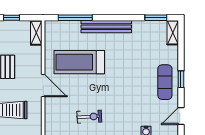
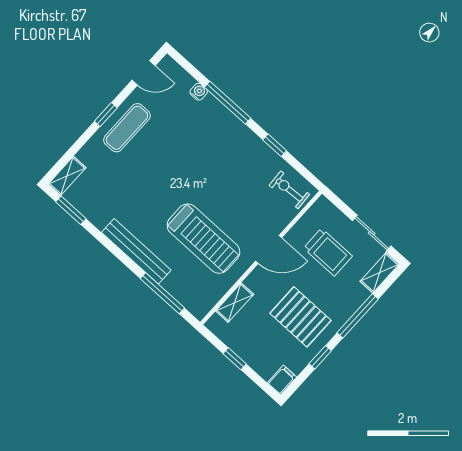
shelving: (36, 33) -> (235, 303), moved
door: (43, 85) -> (269, 249), swing flipped
exercise bike: (89, 117) -> (289, 190), moved

